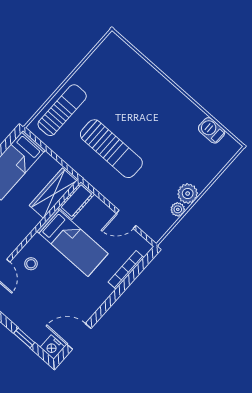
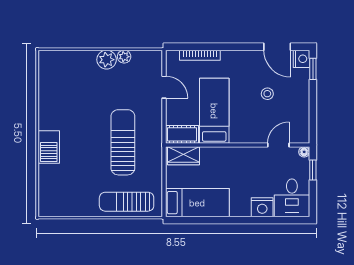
barbecue: (212, 130) -> (49, 147), moved, width x1.38, depth x1.27
wardrobe: (53, 193) -> (183, 156), width x0.67
stool: (31, 264) -> (267, 94), moved
window: (24, 338) -> (313, 69), moved

